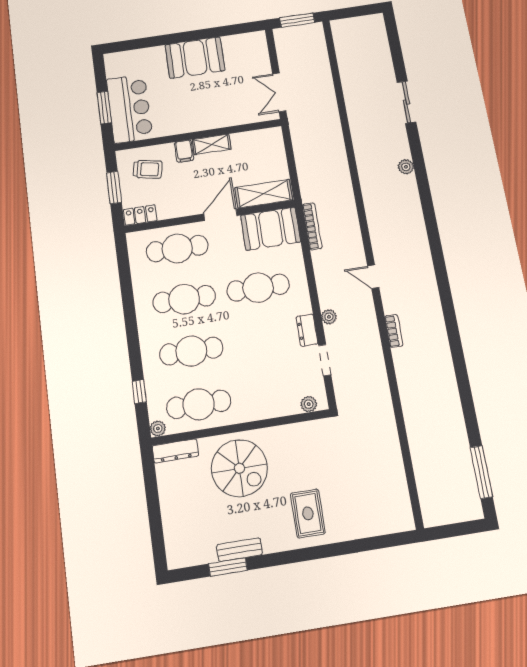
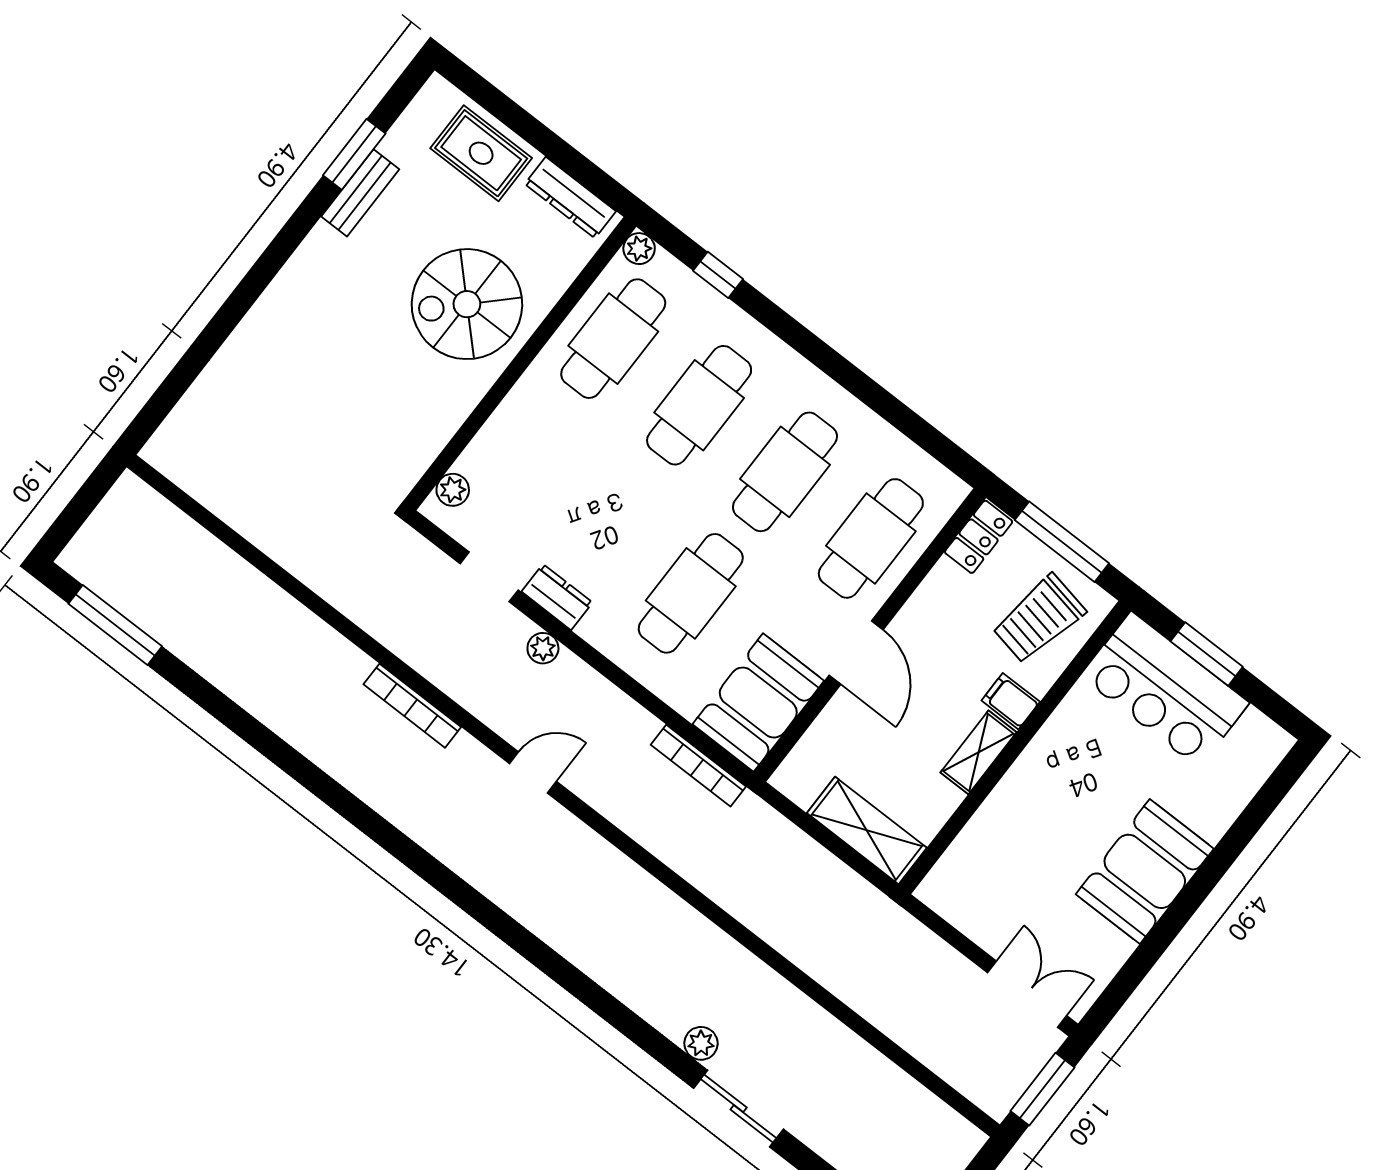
double door: (279, 92) -> (1027, 994), moved
plant: (406, 167) -> (701, 1043), moved
trolley: (148, 169) -> (1039, 619), width x1.36, depth x1.39
window: (114, 188) -> (1062, 542), width x1.44
shelving: (264, 194) -> (867, 830), moved, turned 90
bookcase: (394, 331) -> (412, 706), width x1.56
dresser: (175, 451) -> (570, 198), moved, turned -90
rug: (308, 513) -> (481, 153), moved

